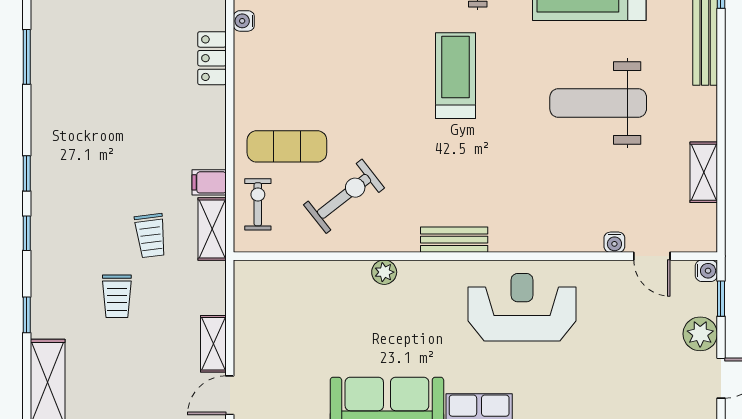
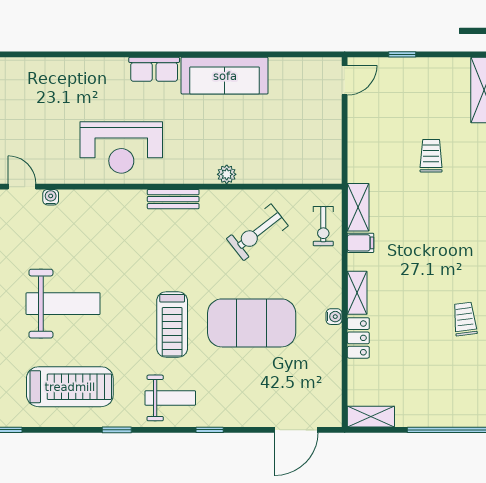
water cooler: (244, 21) -> (334, 317), moved
exercise mat: (287, 146) -> (252, 323), moved, width x2.00, depth x1.45
trolley: (151, 236) -> (465, 319), moved
shelving: (213, 344) -> (357, 293), moved

